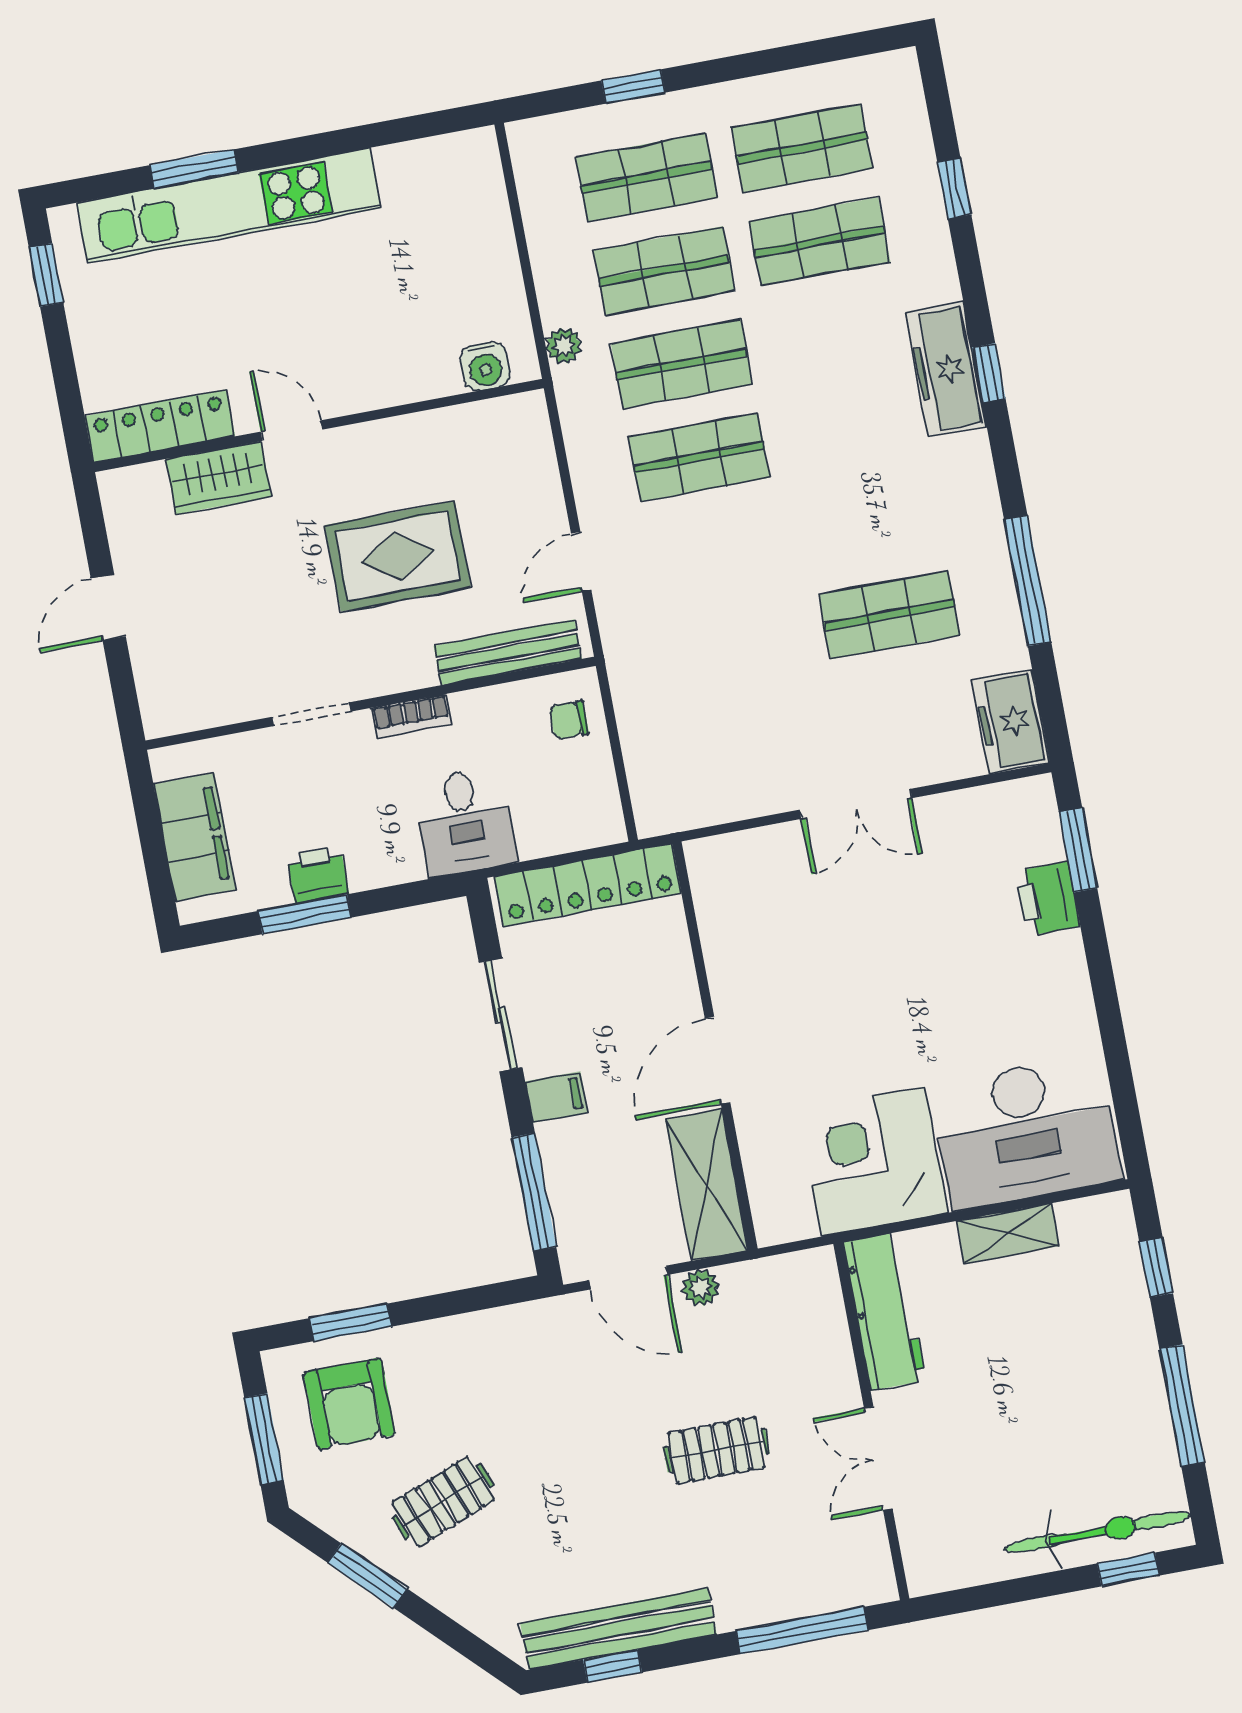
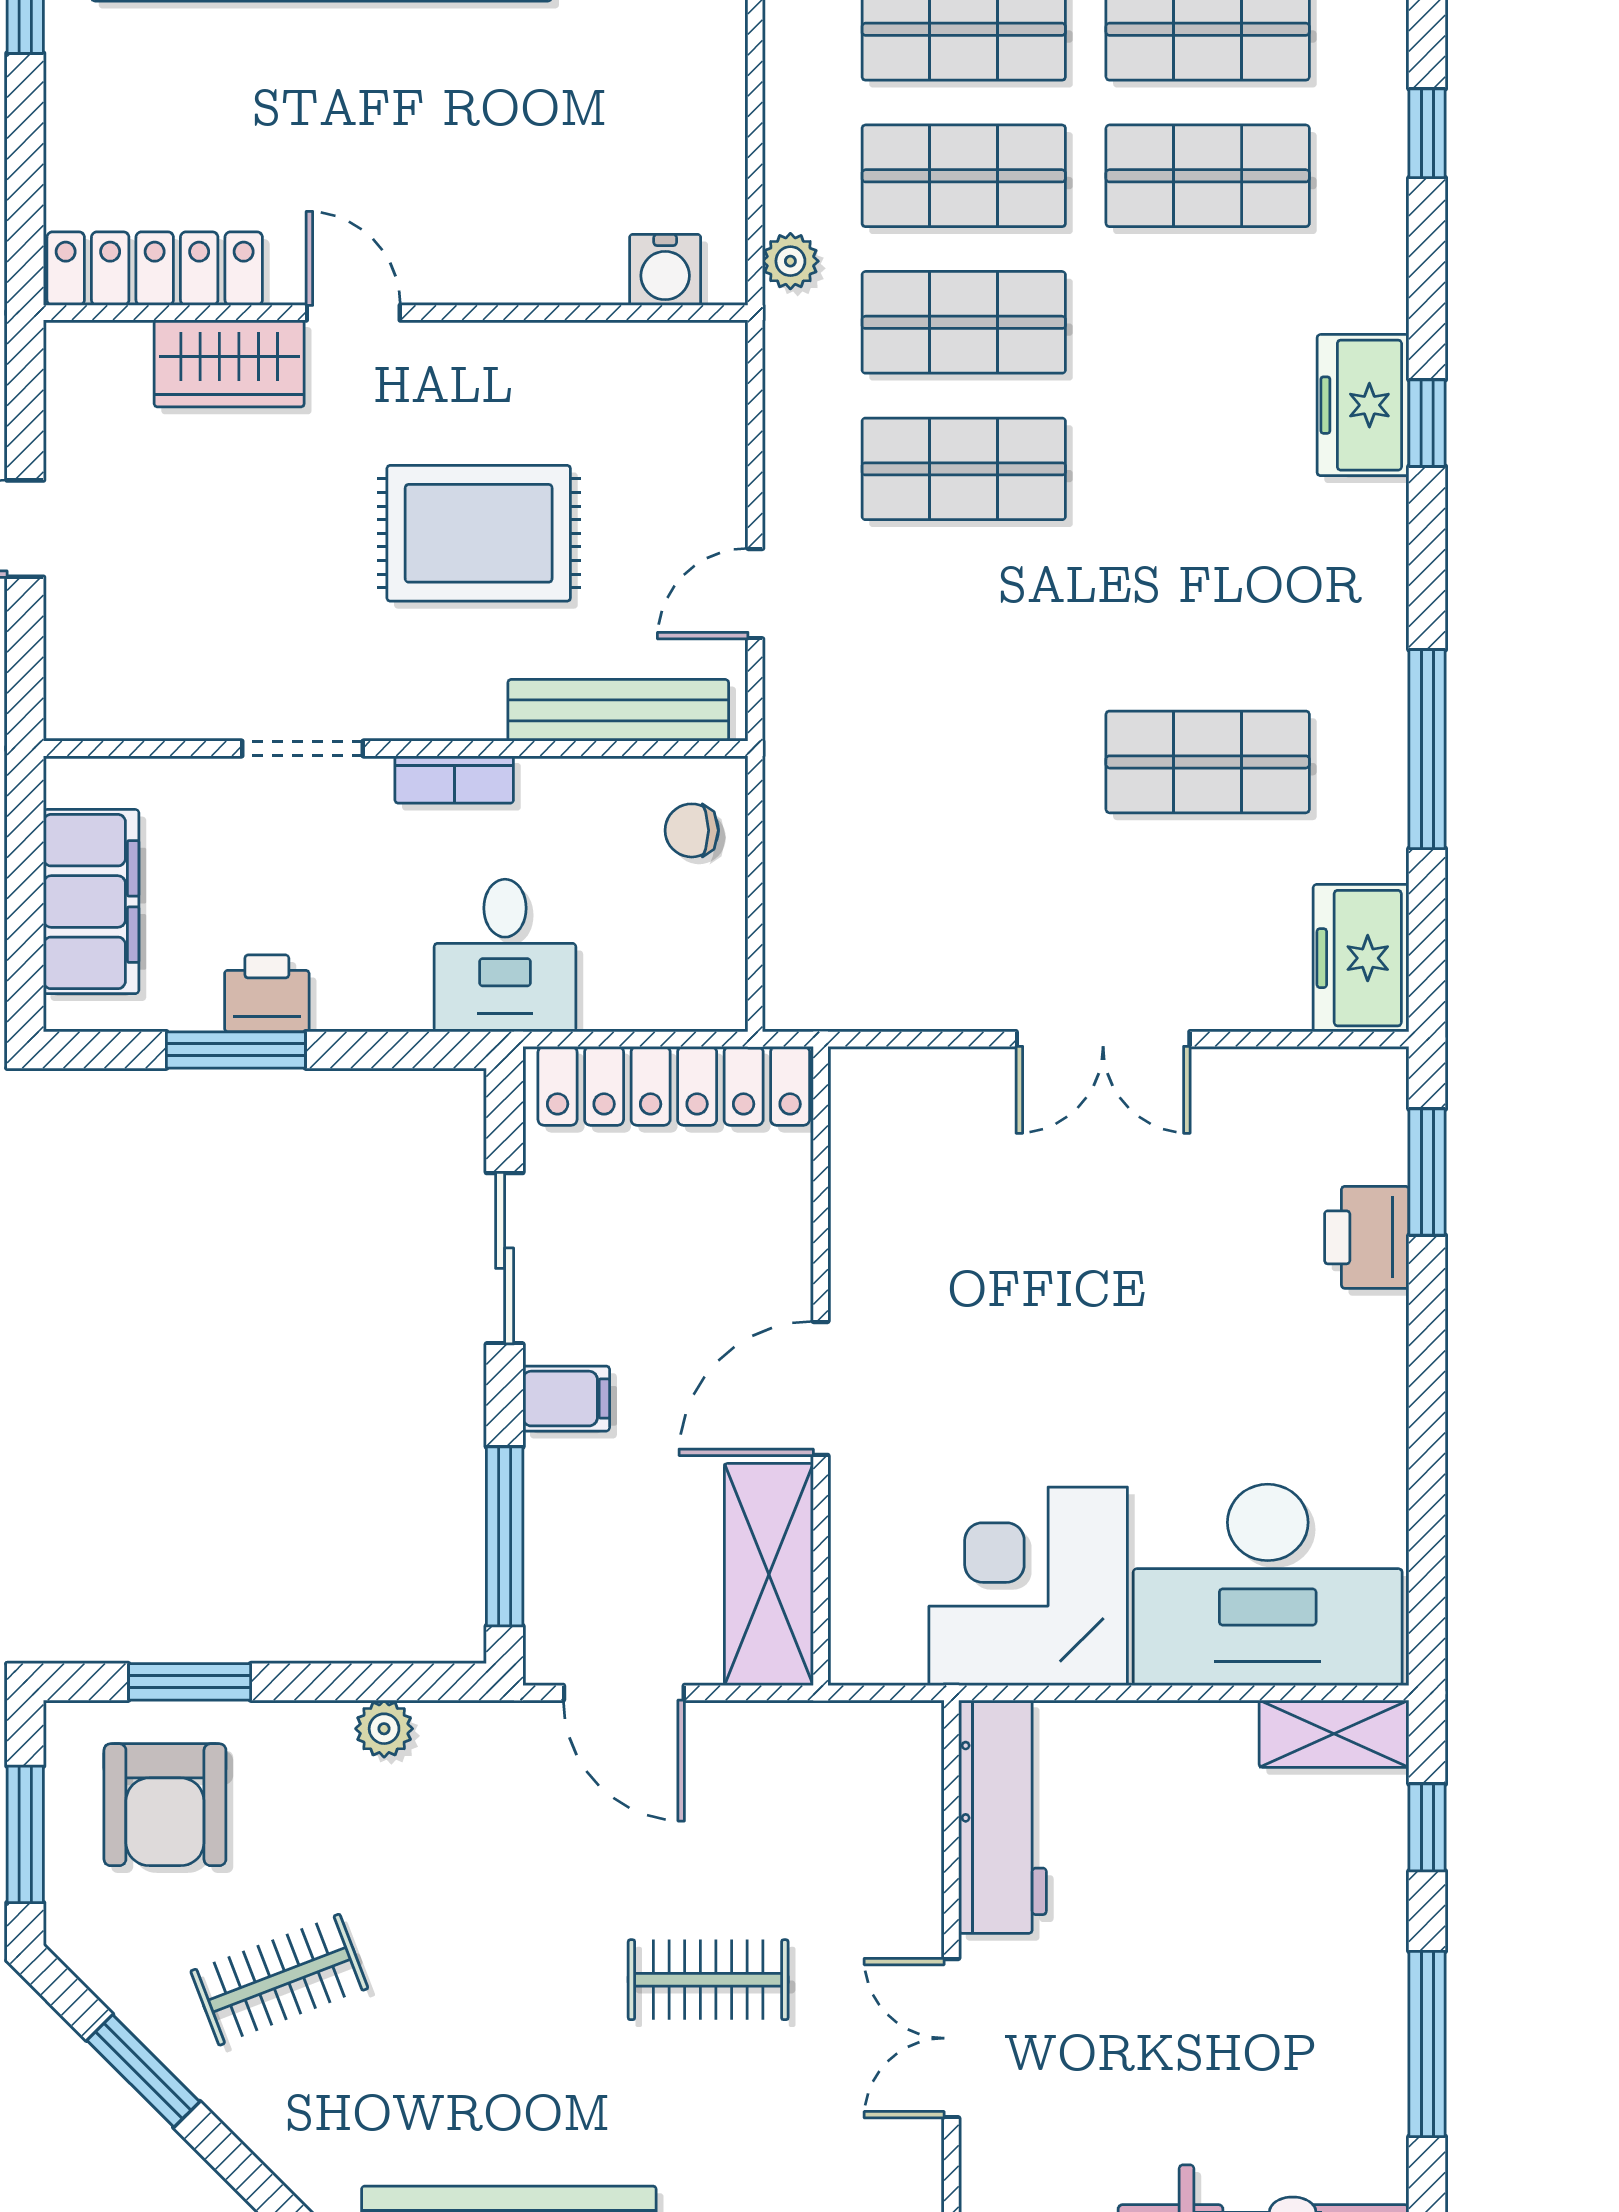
freezer: (946, 369) -> (1363, 405), width x0.71
shelving: (1008, 1234) -> (1334, 1734), moved
plant: (701, 1288) -> (384, 1729), moved

